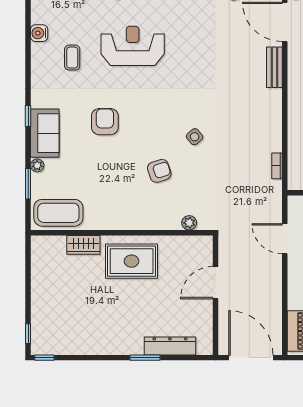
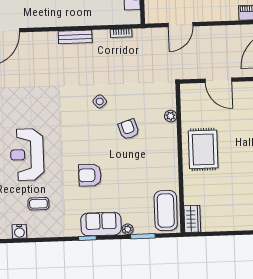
bench: (274, 67) -> (75, 37), moved
plant: (189, 223) -> (171, 116), moved
wardrobe: (83, 245) -> (192, 219), moved

